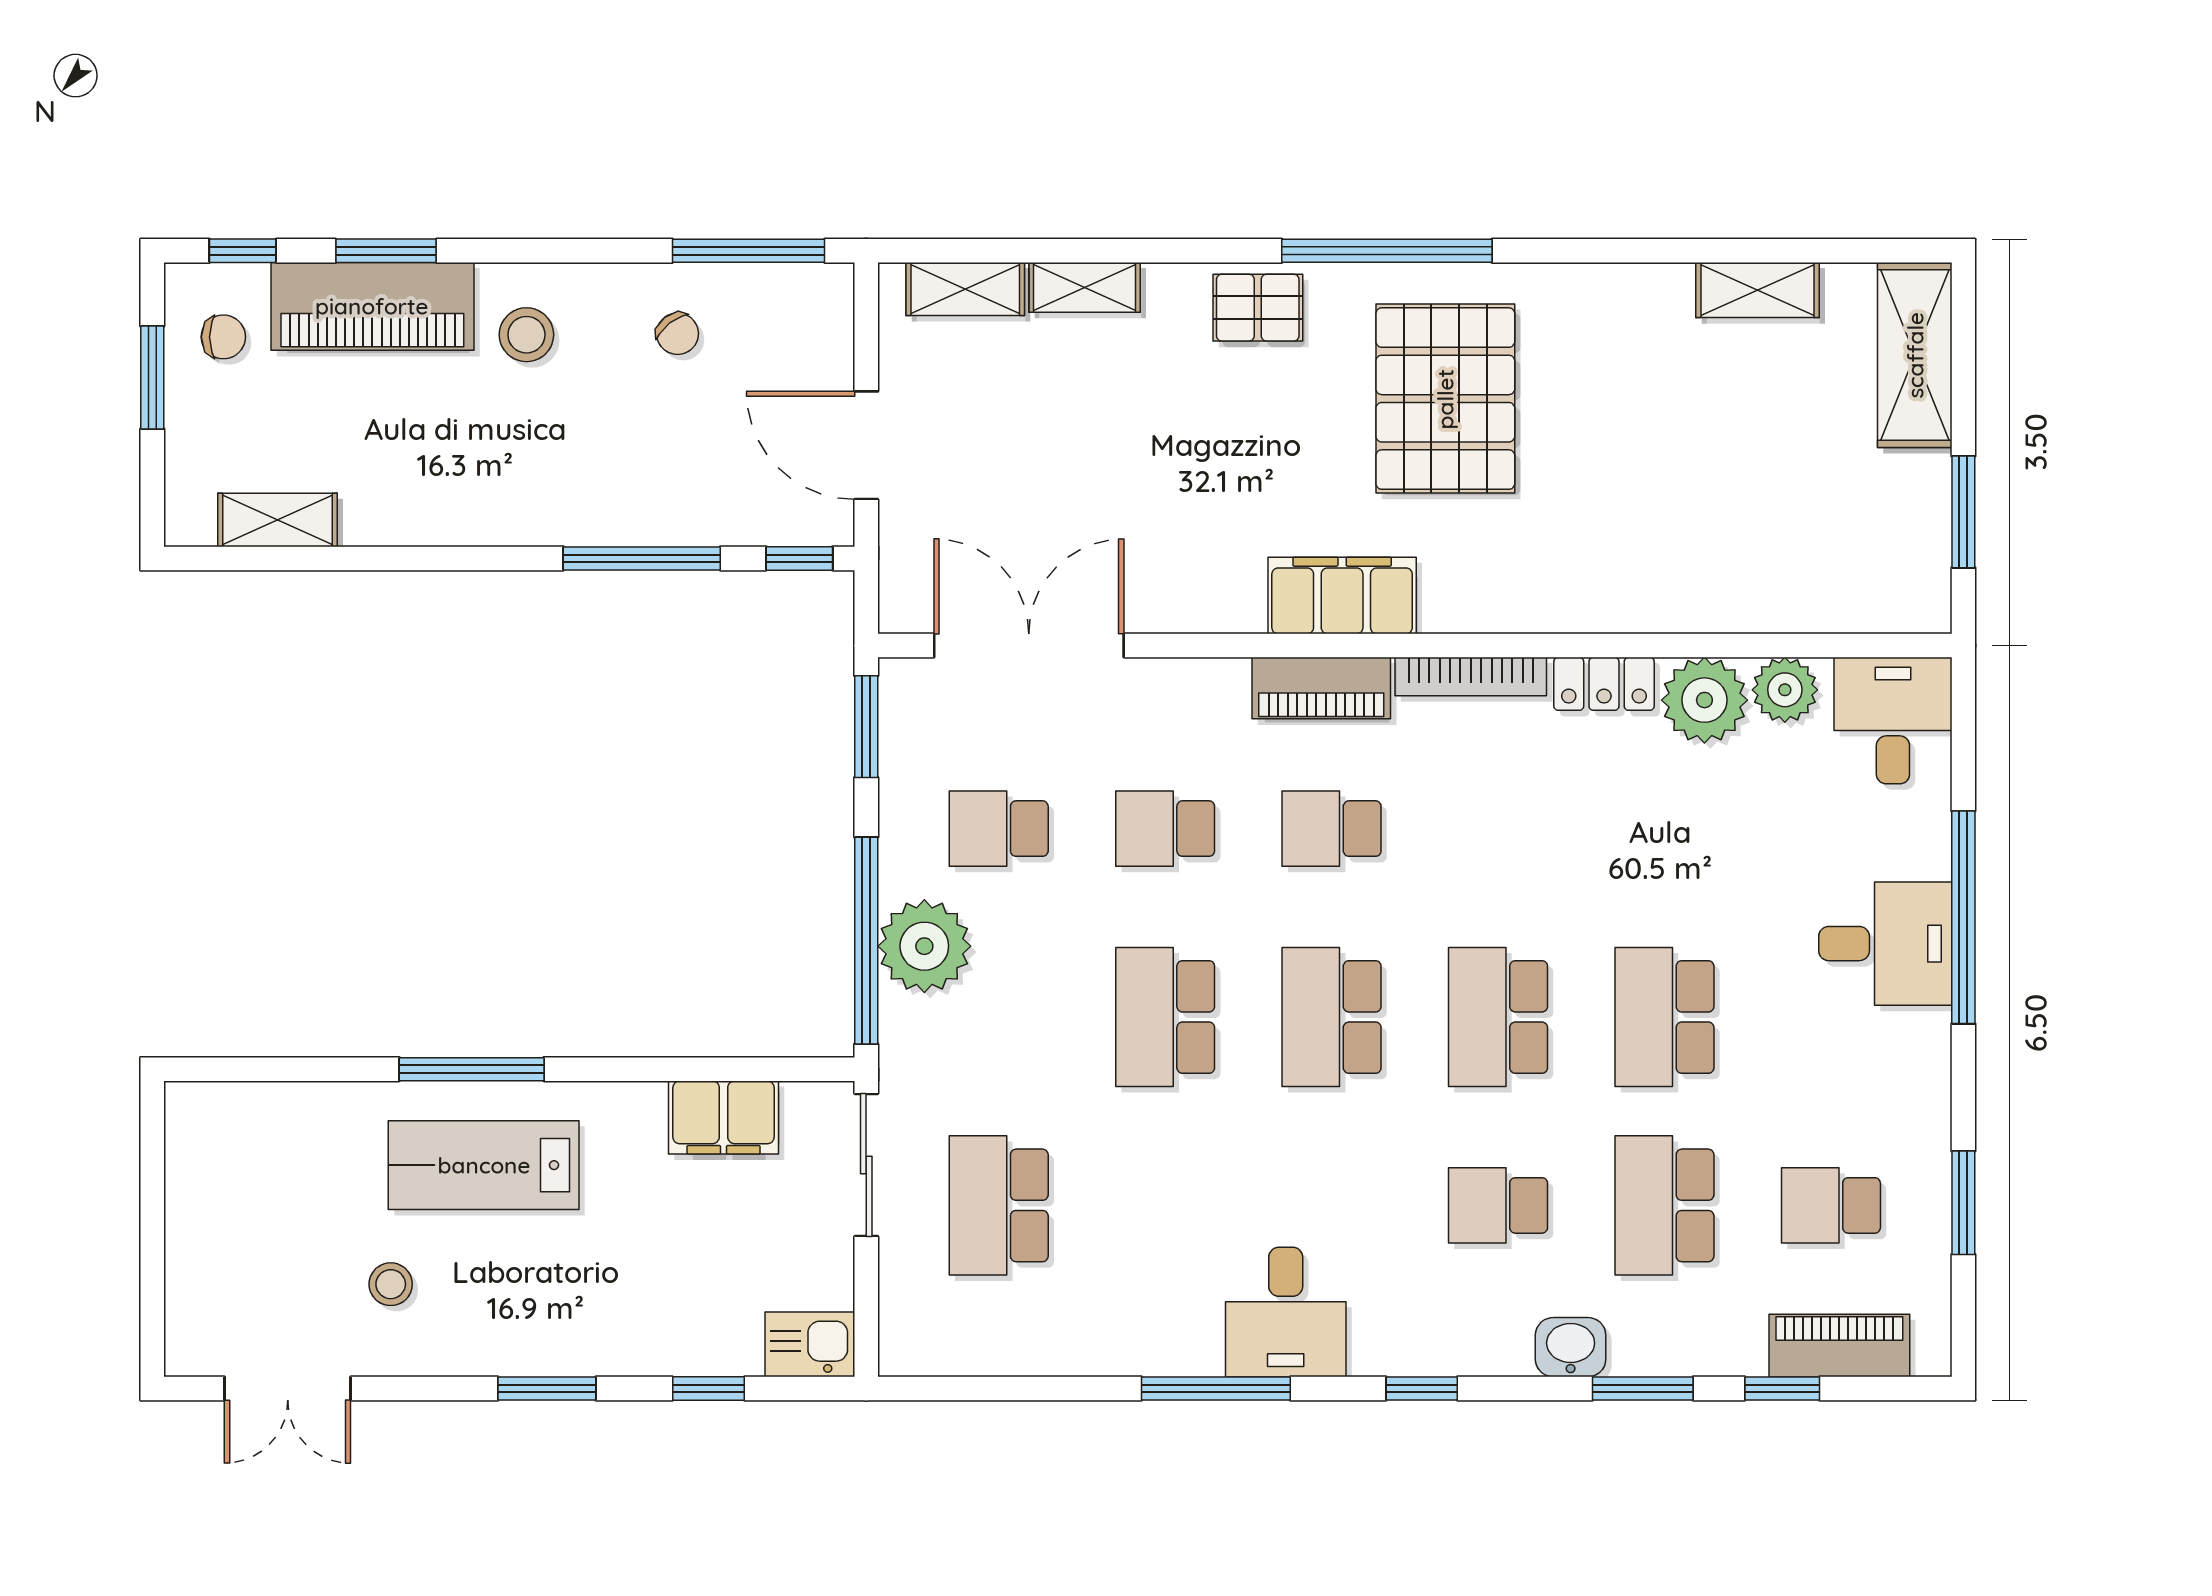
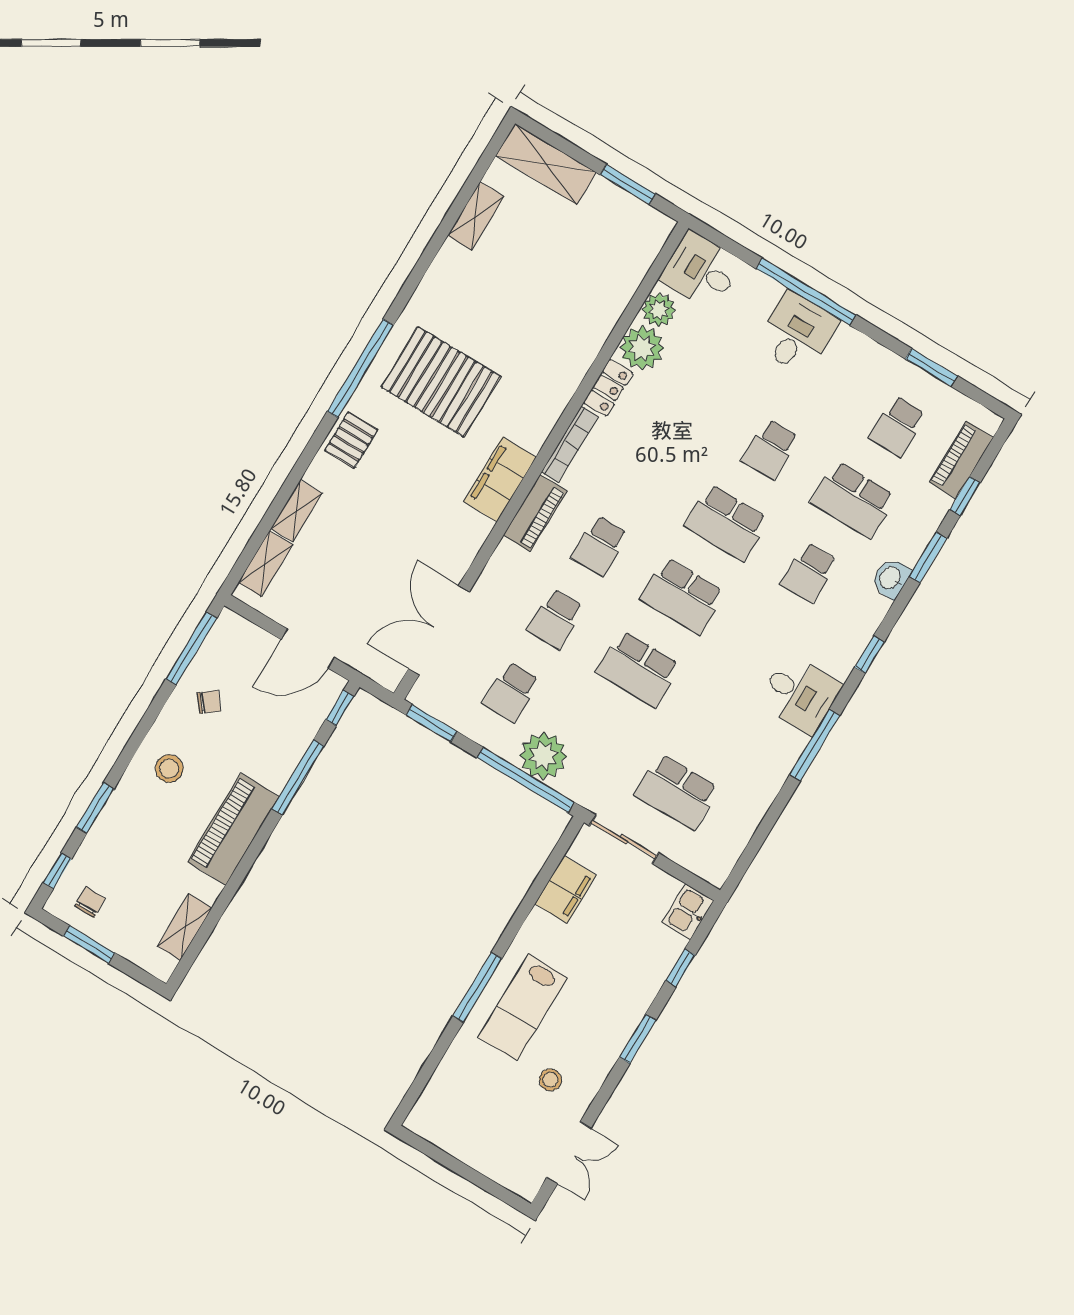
piano: (372, 306) -> (233, 829), moved, turned 180
school desk: (1664, 1017) -> (771, 449), width x0.54

